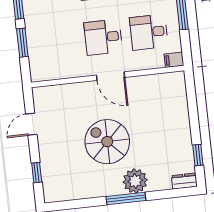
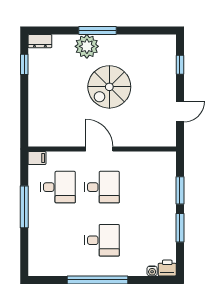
spiral stairs: (107, 142) -> (109, 87), turned 90

